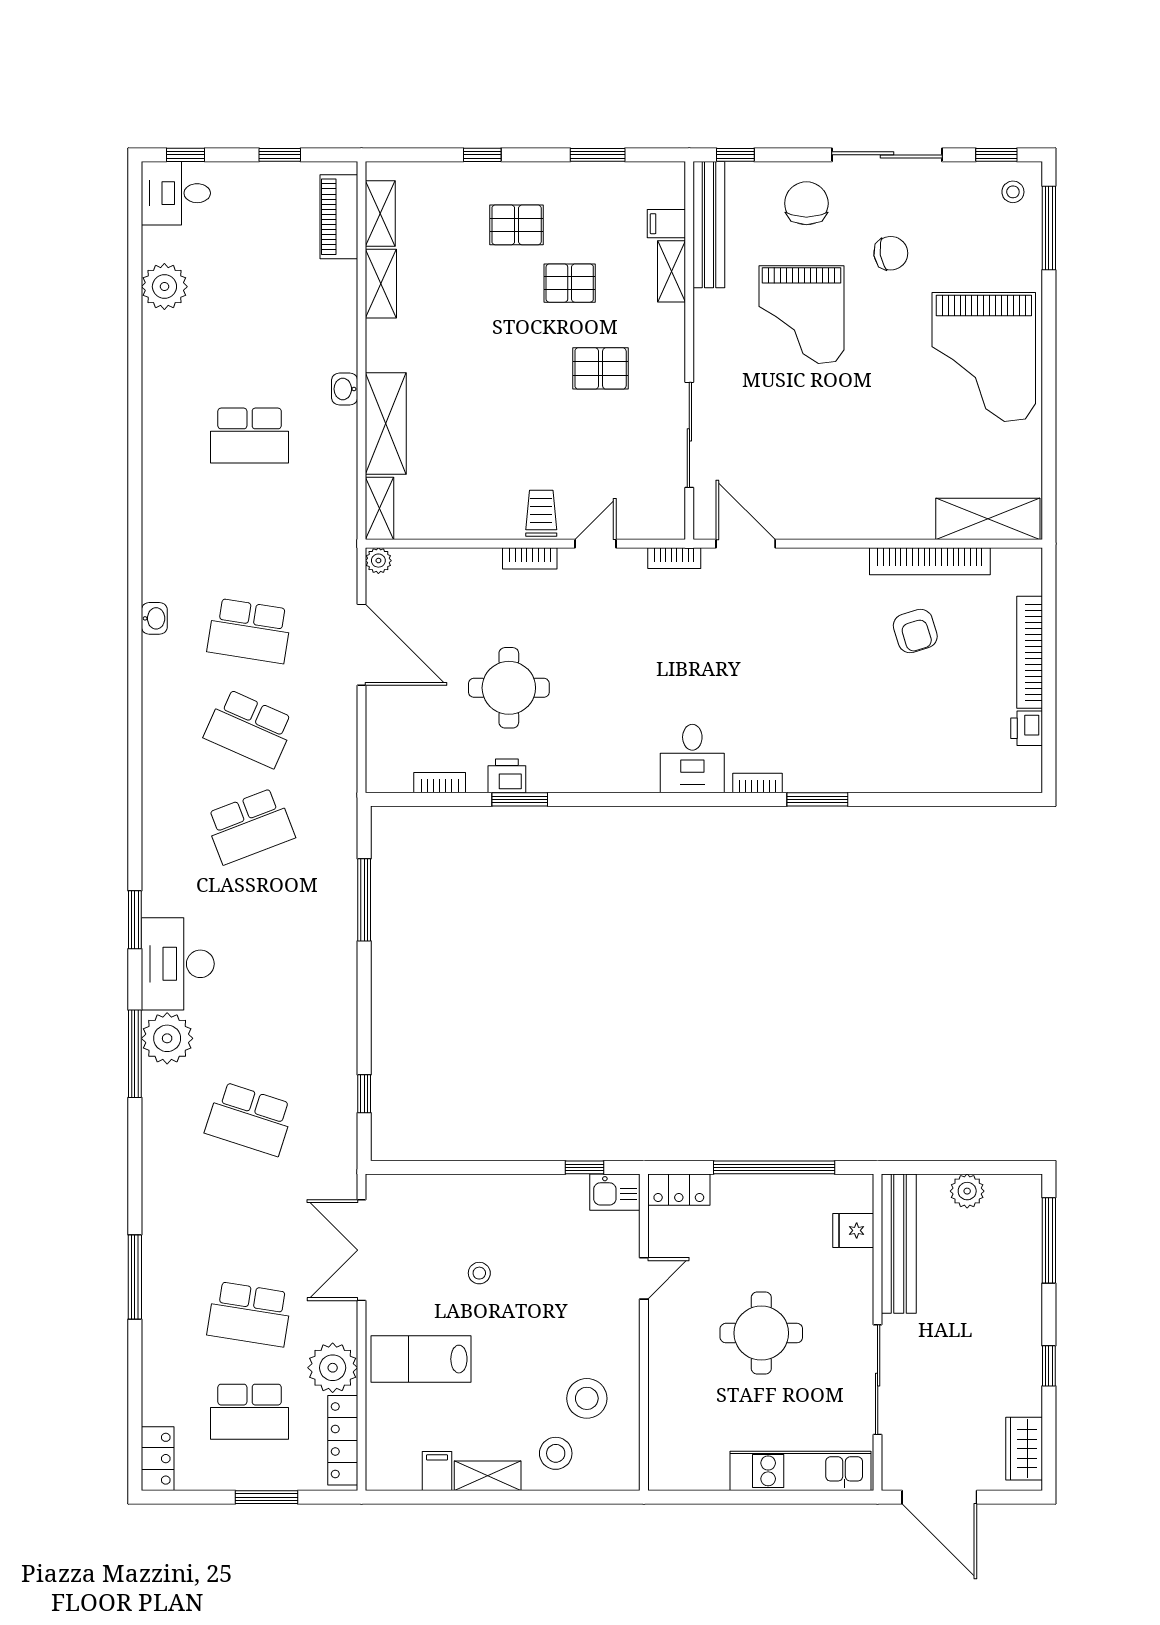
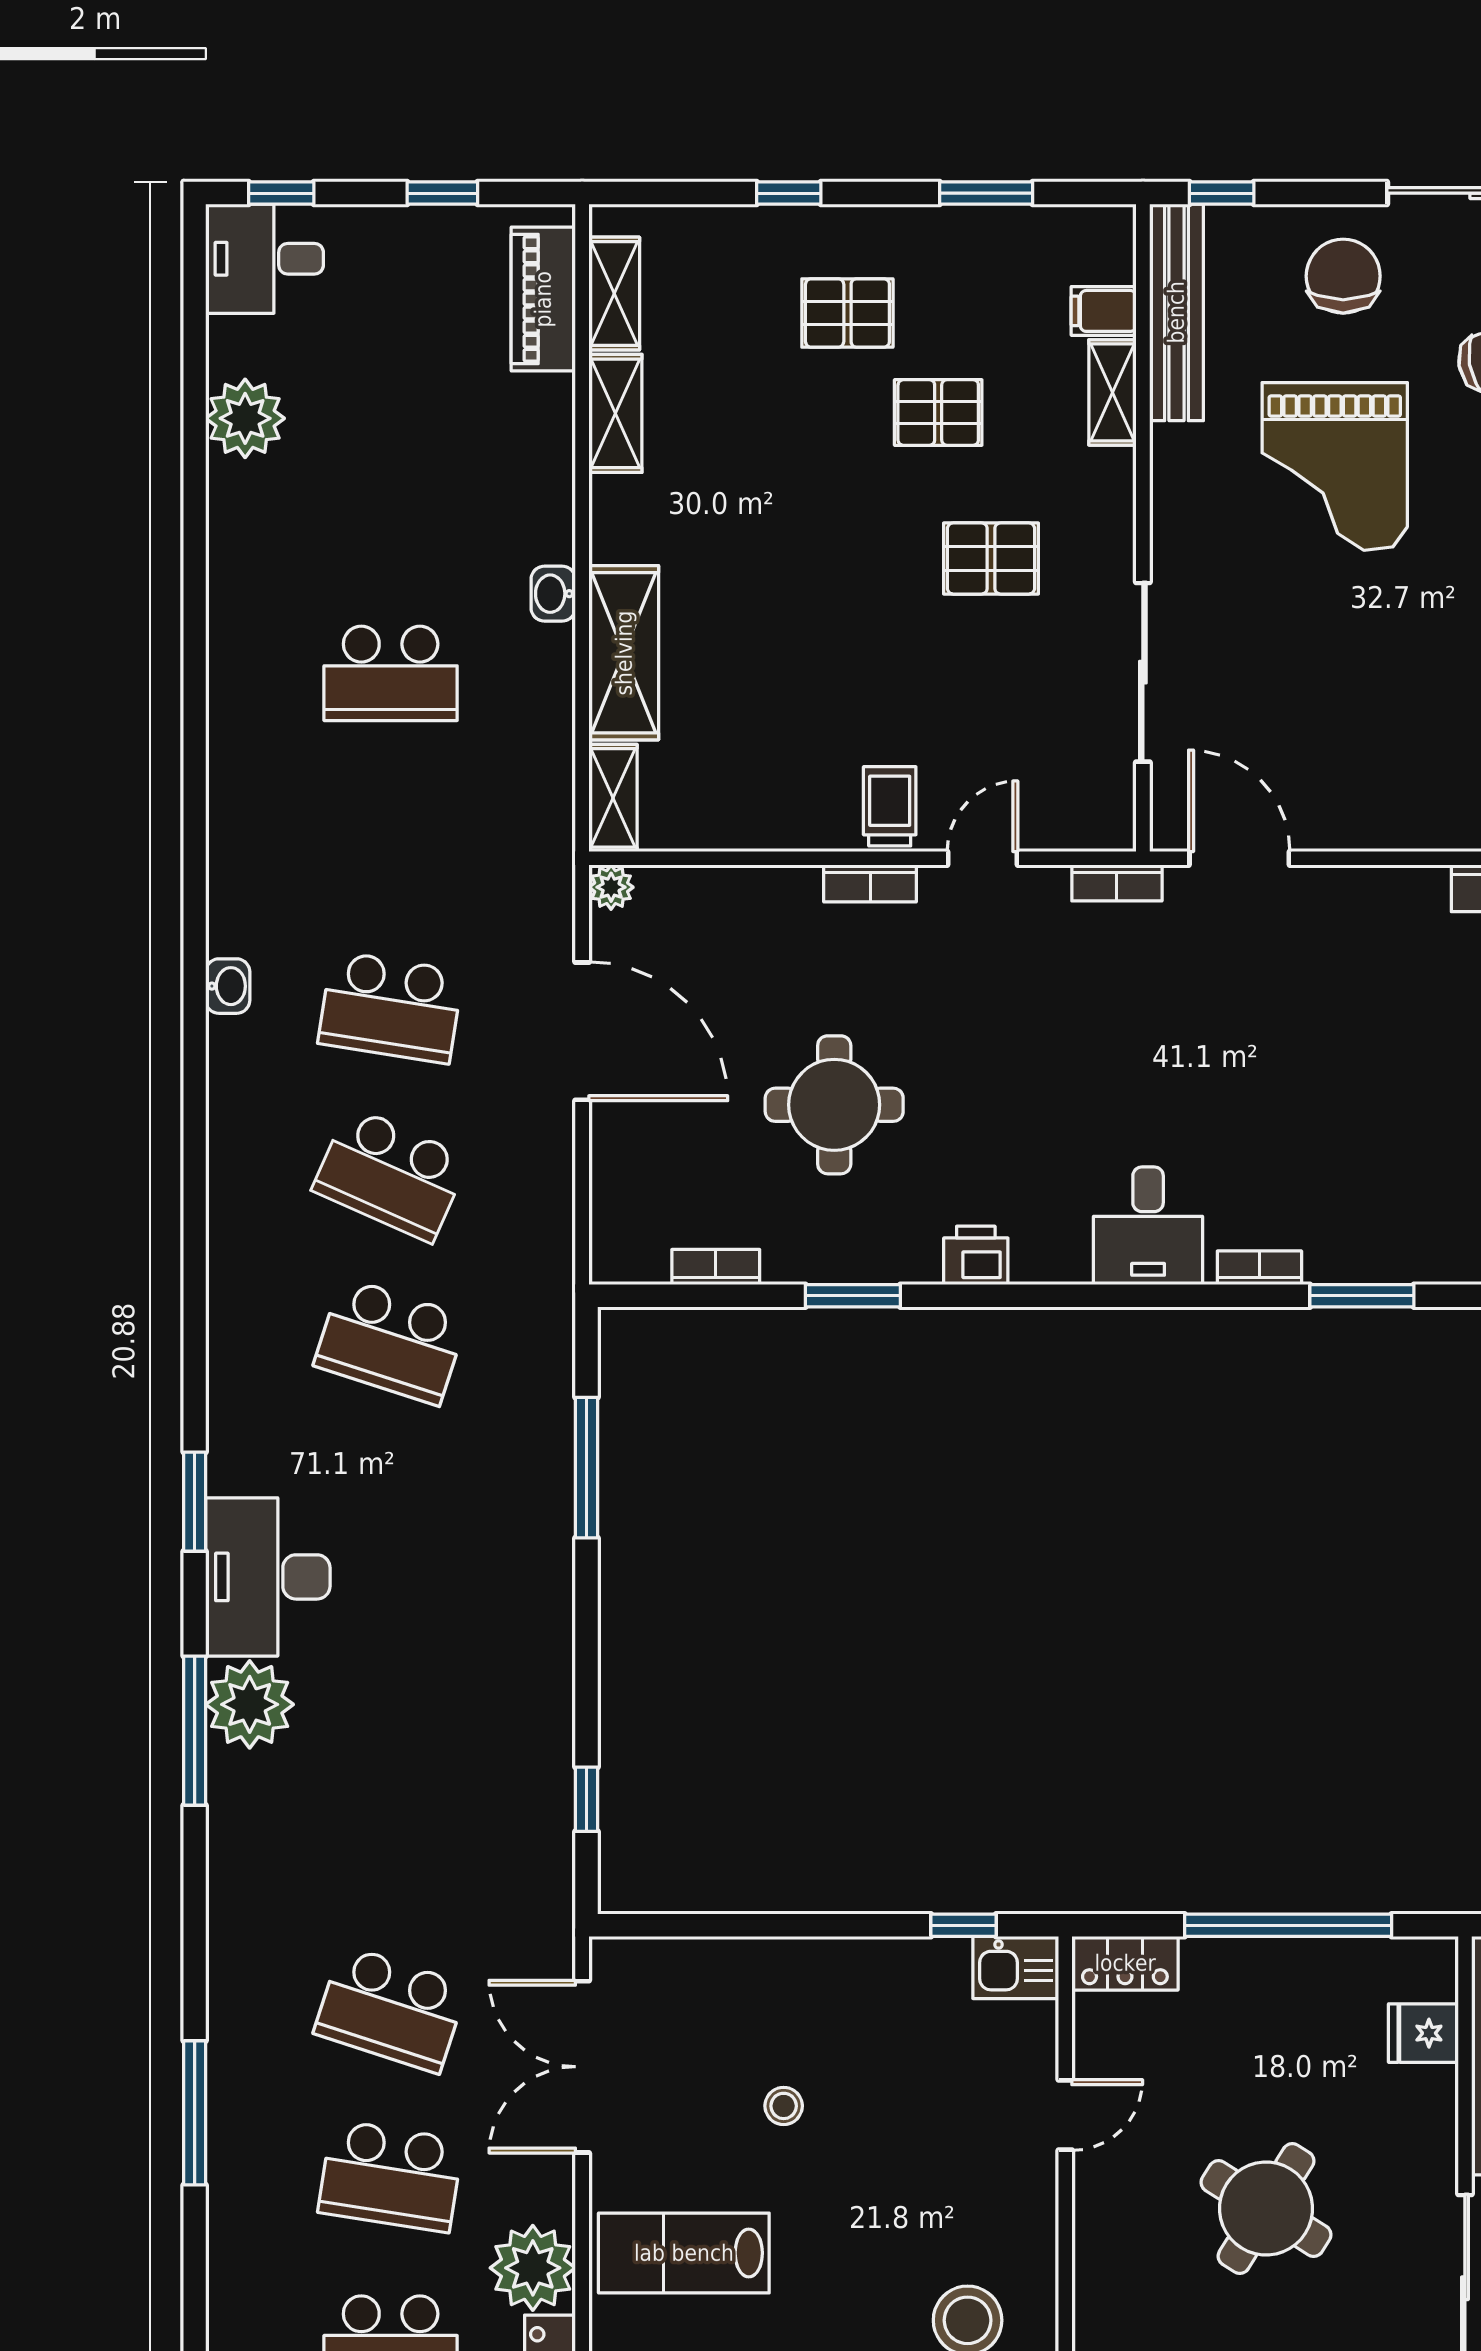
printer: (507, 776) -> (976, 1255), moved
school desk: (250, 826) -> (391, 1341), turned 39
school desk: (250, 1119) -> (391, 2009), moved
round table: (761, 1333) -> (1266, 2209), turned 32

